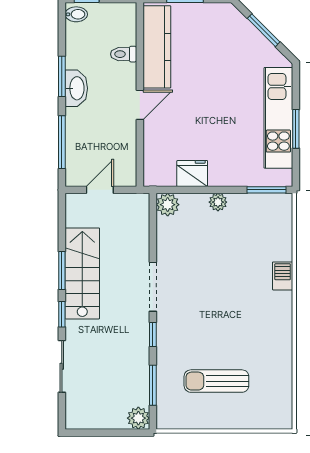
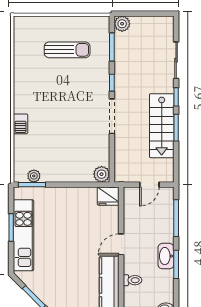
fridge: (192, 173) -> (108, 196), moved
plant: (218, 202) -> (34, 176), moved

